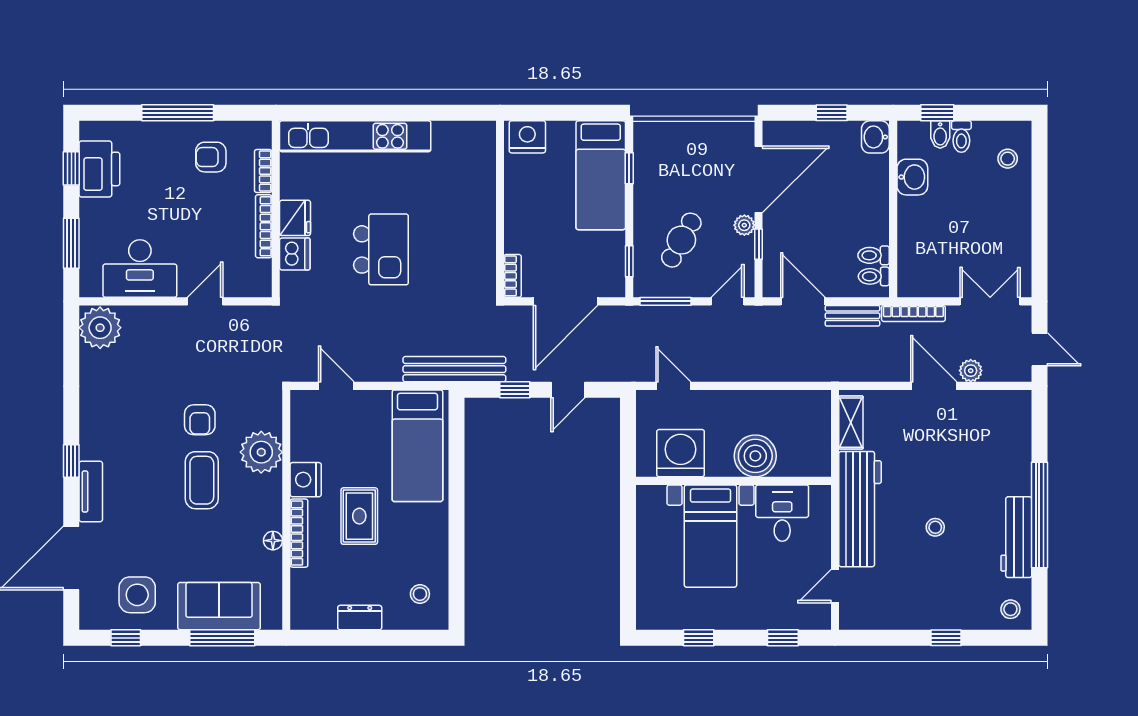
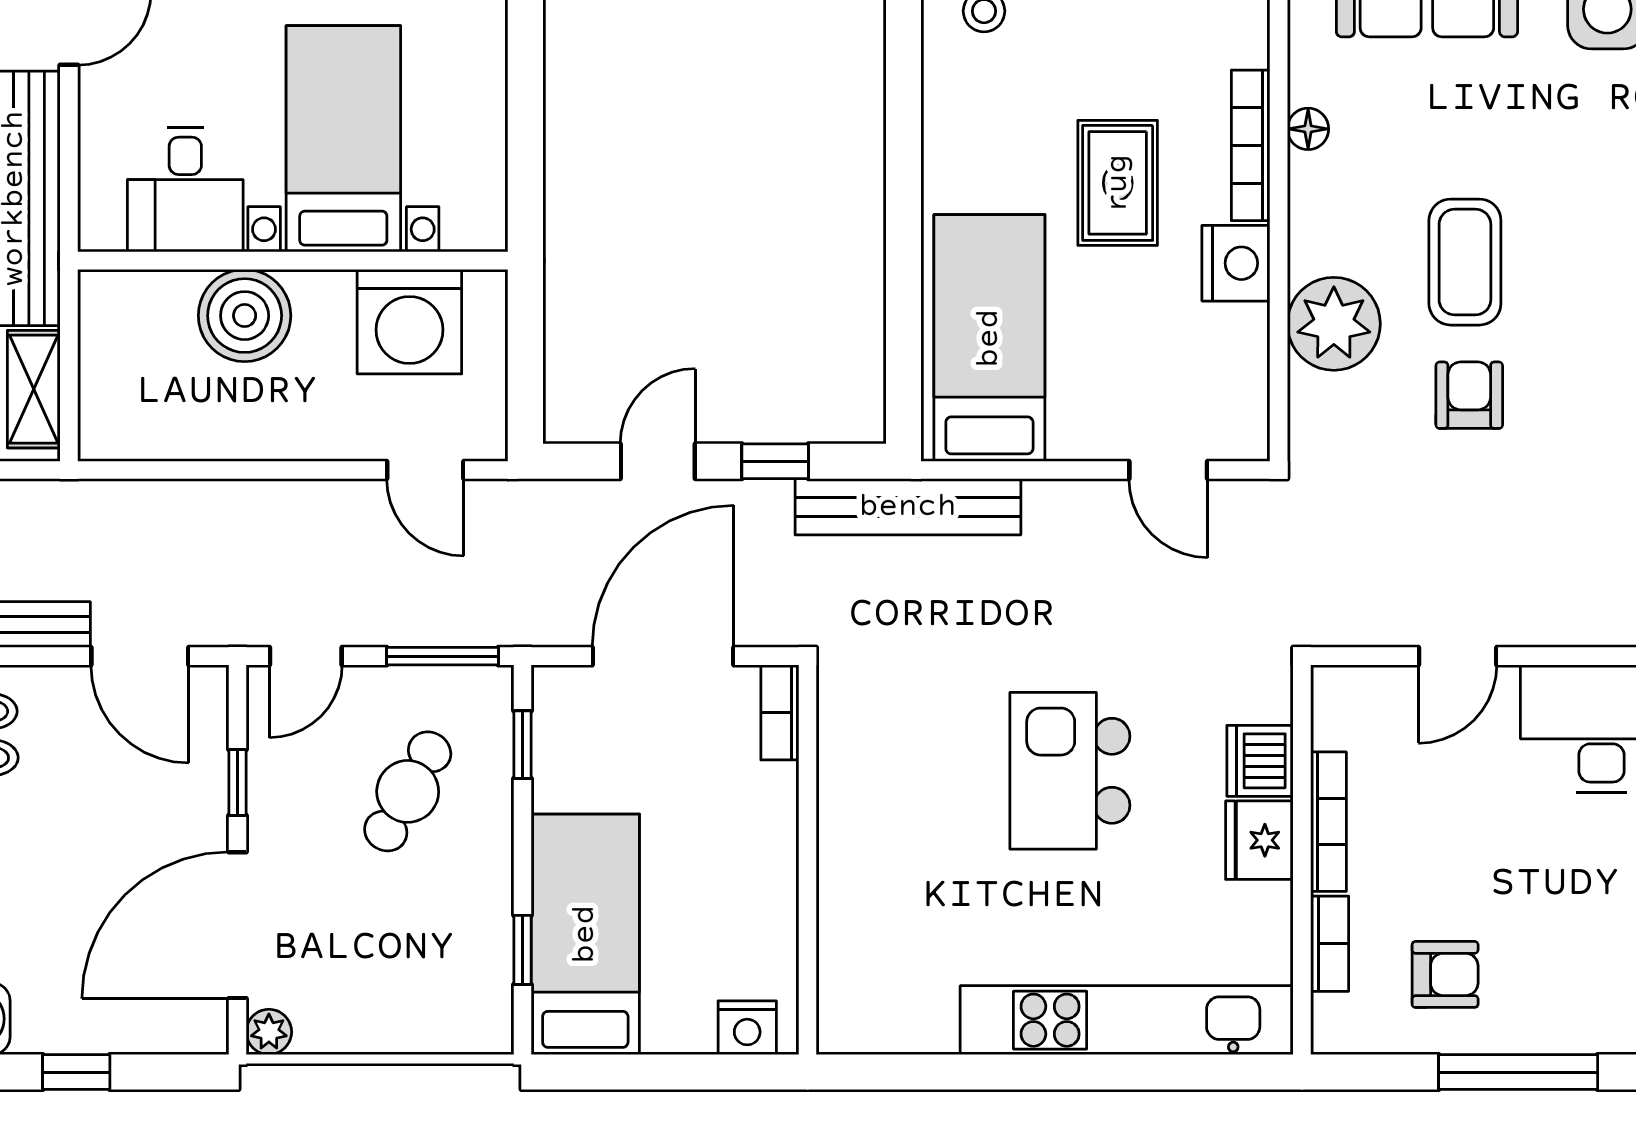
nightstand: (527, 137) -> (747, 1028), width x0.74, depth x0.75
plant: (744, 225) -> (269, 1032), moved

